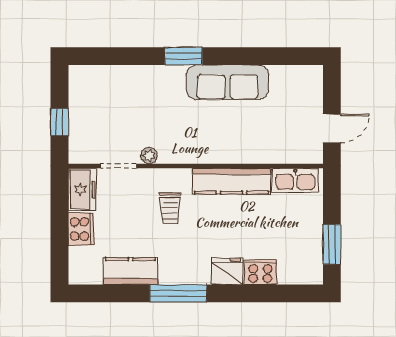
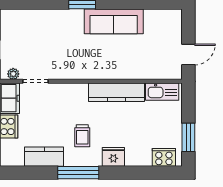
plant: (149, 156) -> (13, 74), moved
trolley: (170, 208) -> (82, 136), moved
cooker: (260, 272) -> (164, 157), moved

